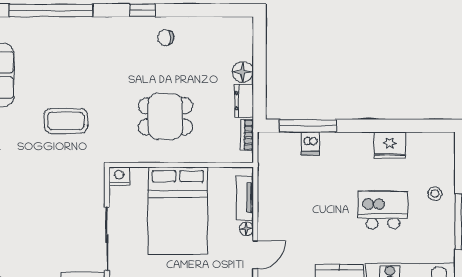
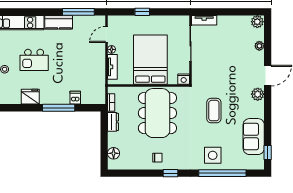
side table: (68, 42) -> (213, 155), added
floor lamp: (243, 72) -> (114, 153), moved
dining table: (165, 116) -> (157, 113), width x1.88, depth x1.24
coffee table: (66, 121) -> (214, 111), turned 90
window: (308, 126) -> (59, 108), moved

